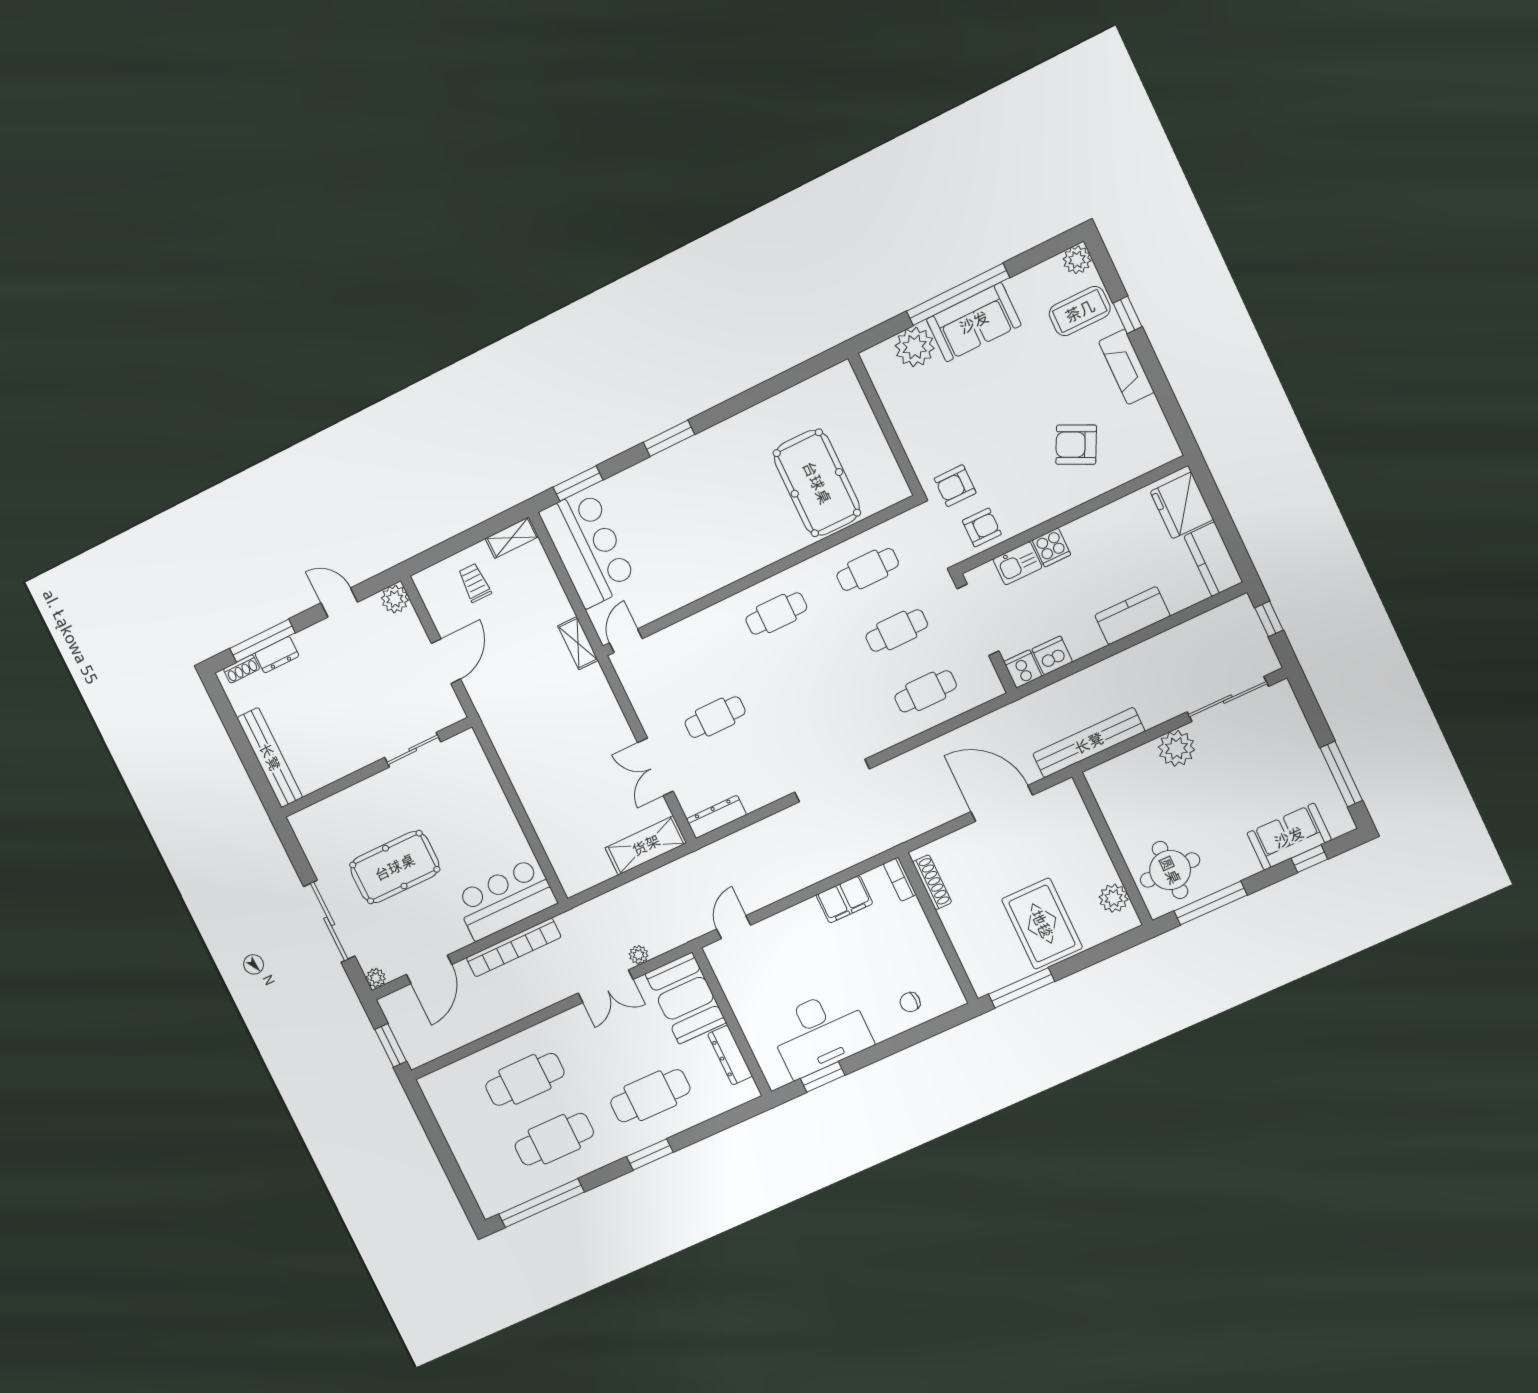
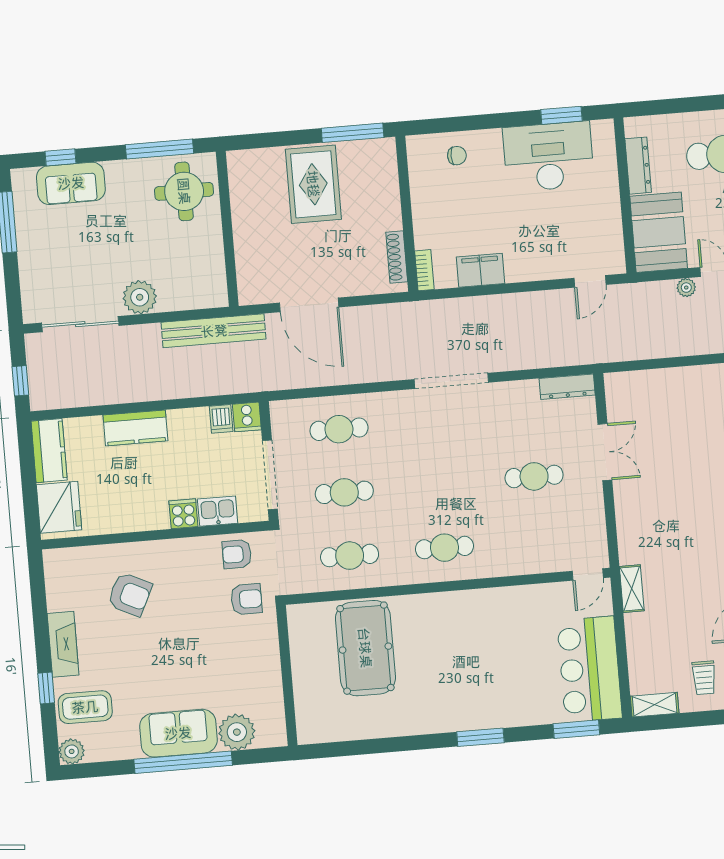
dishwasher: (1052, 656) -> (221, 419), width x0.73
shelving: (646, 845) -> (641, 385), removed
plant: (1114, 898) -> (242, 184), removed

